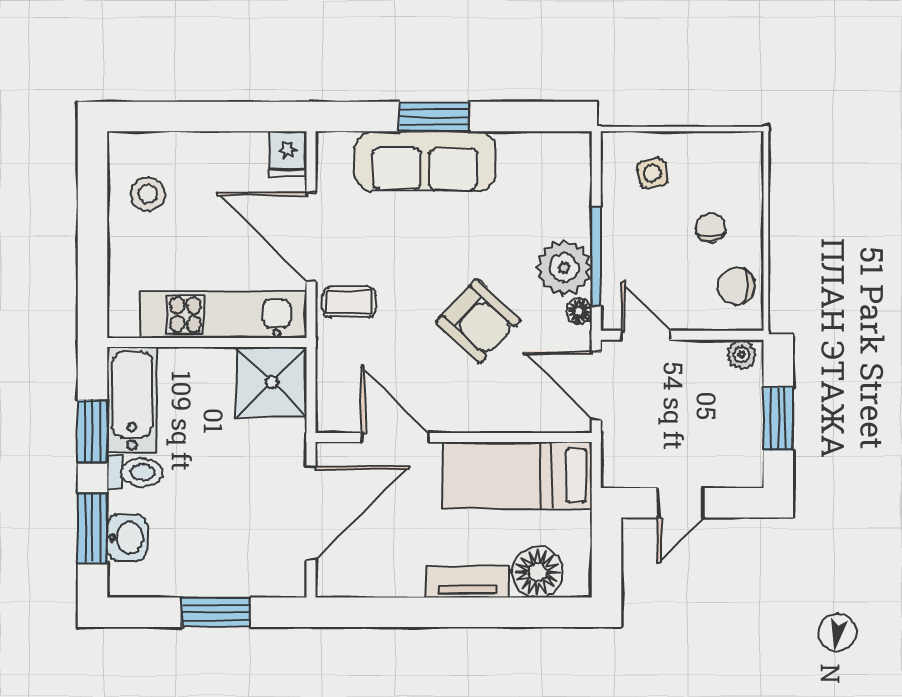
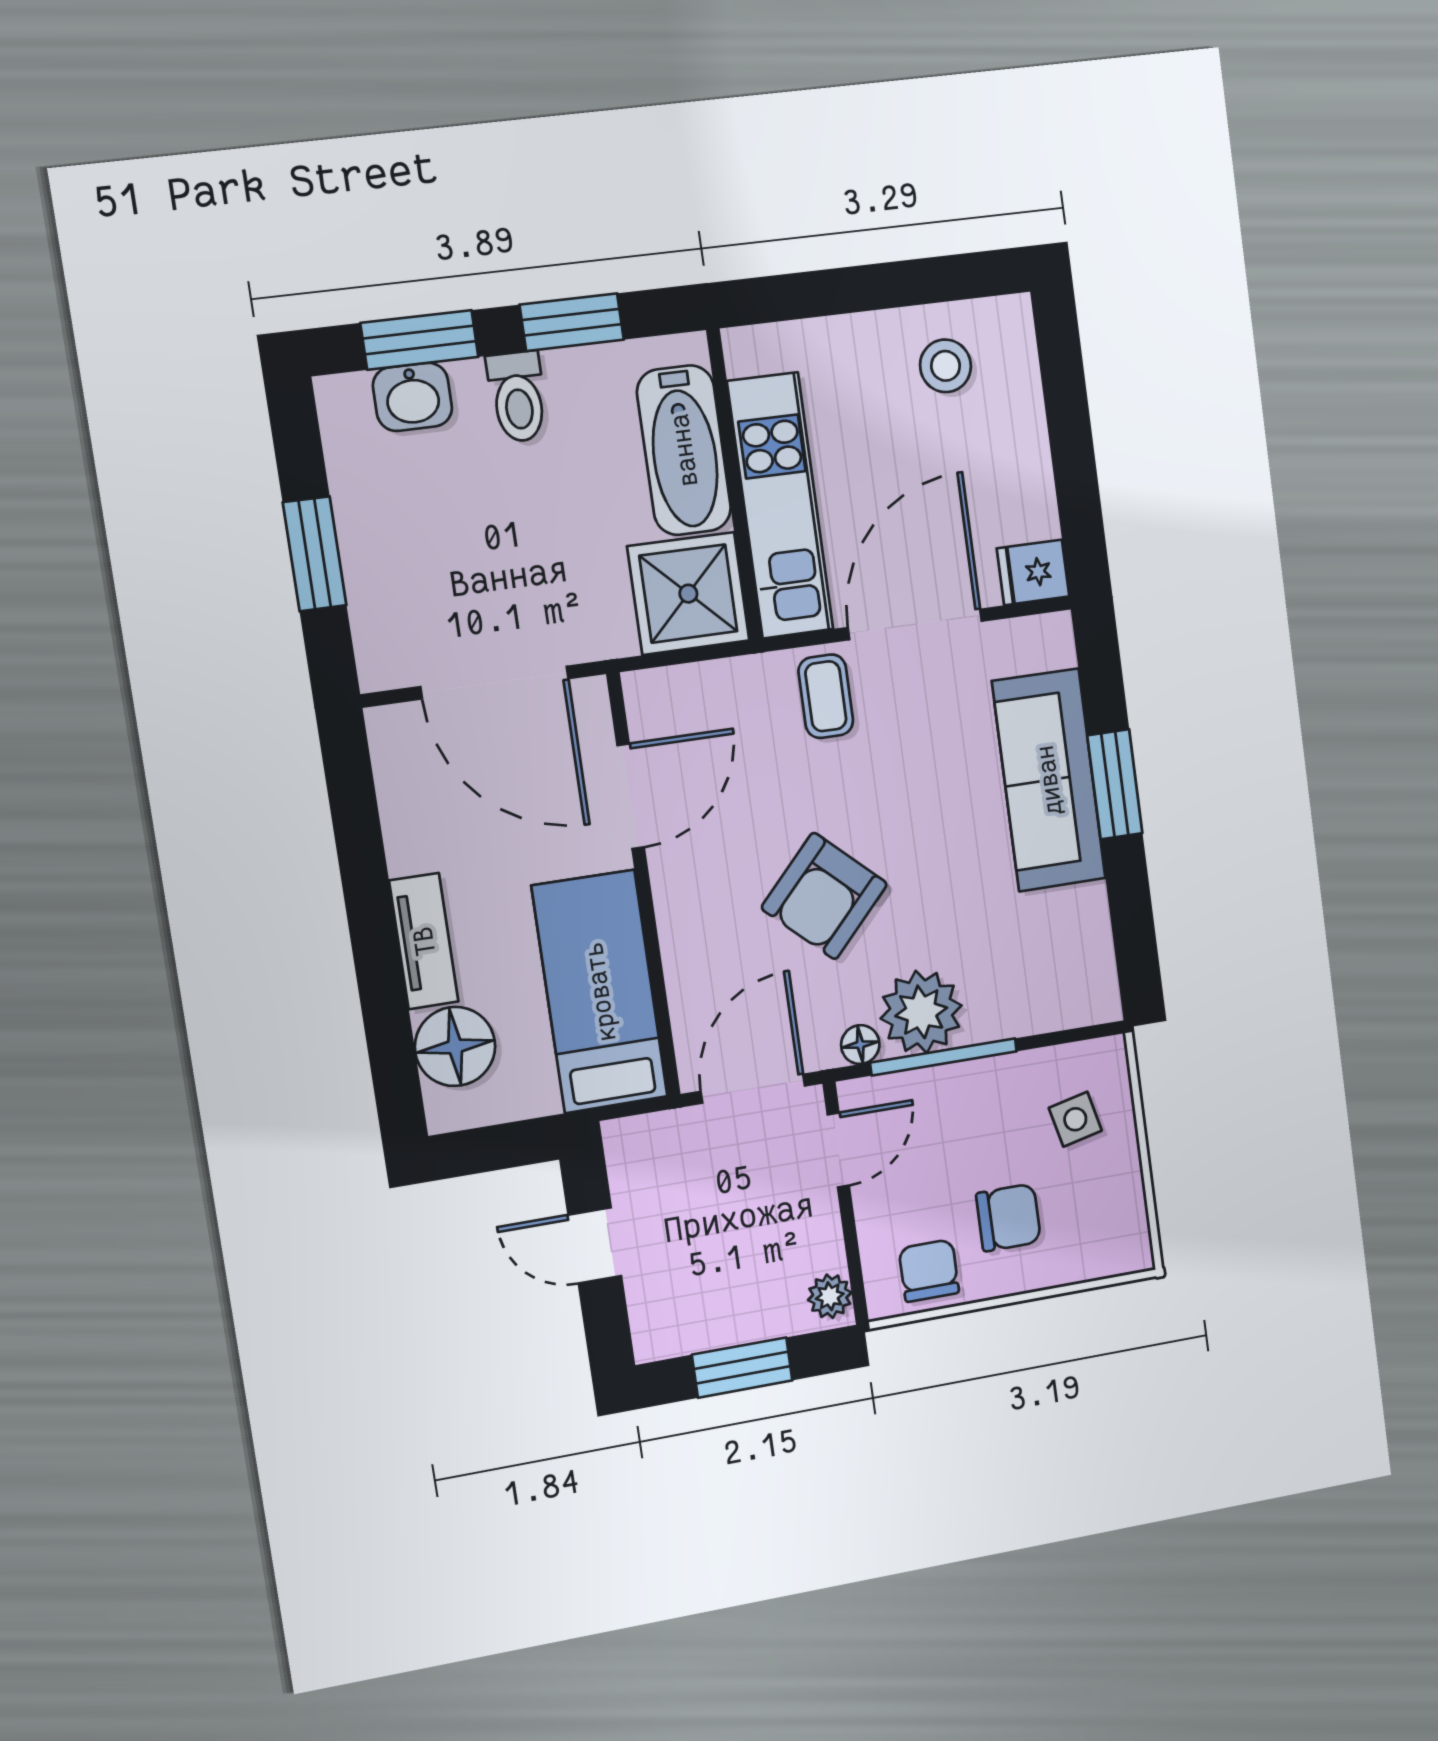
chair: (710, 227) -> (1008, 1218), width x1.37, depth x1.37
bathtub: (132, 400) -> (684, 450), moved, turned 90

